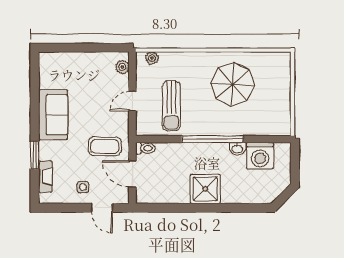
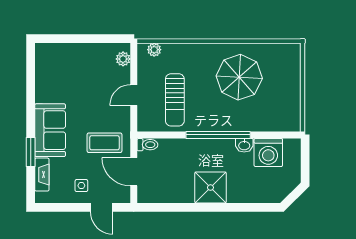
sofa: (53, 115) -> (50, 130), moved

